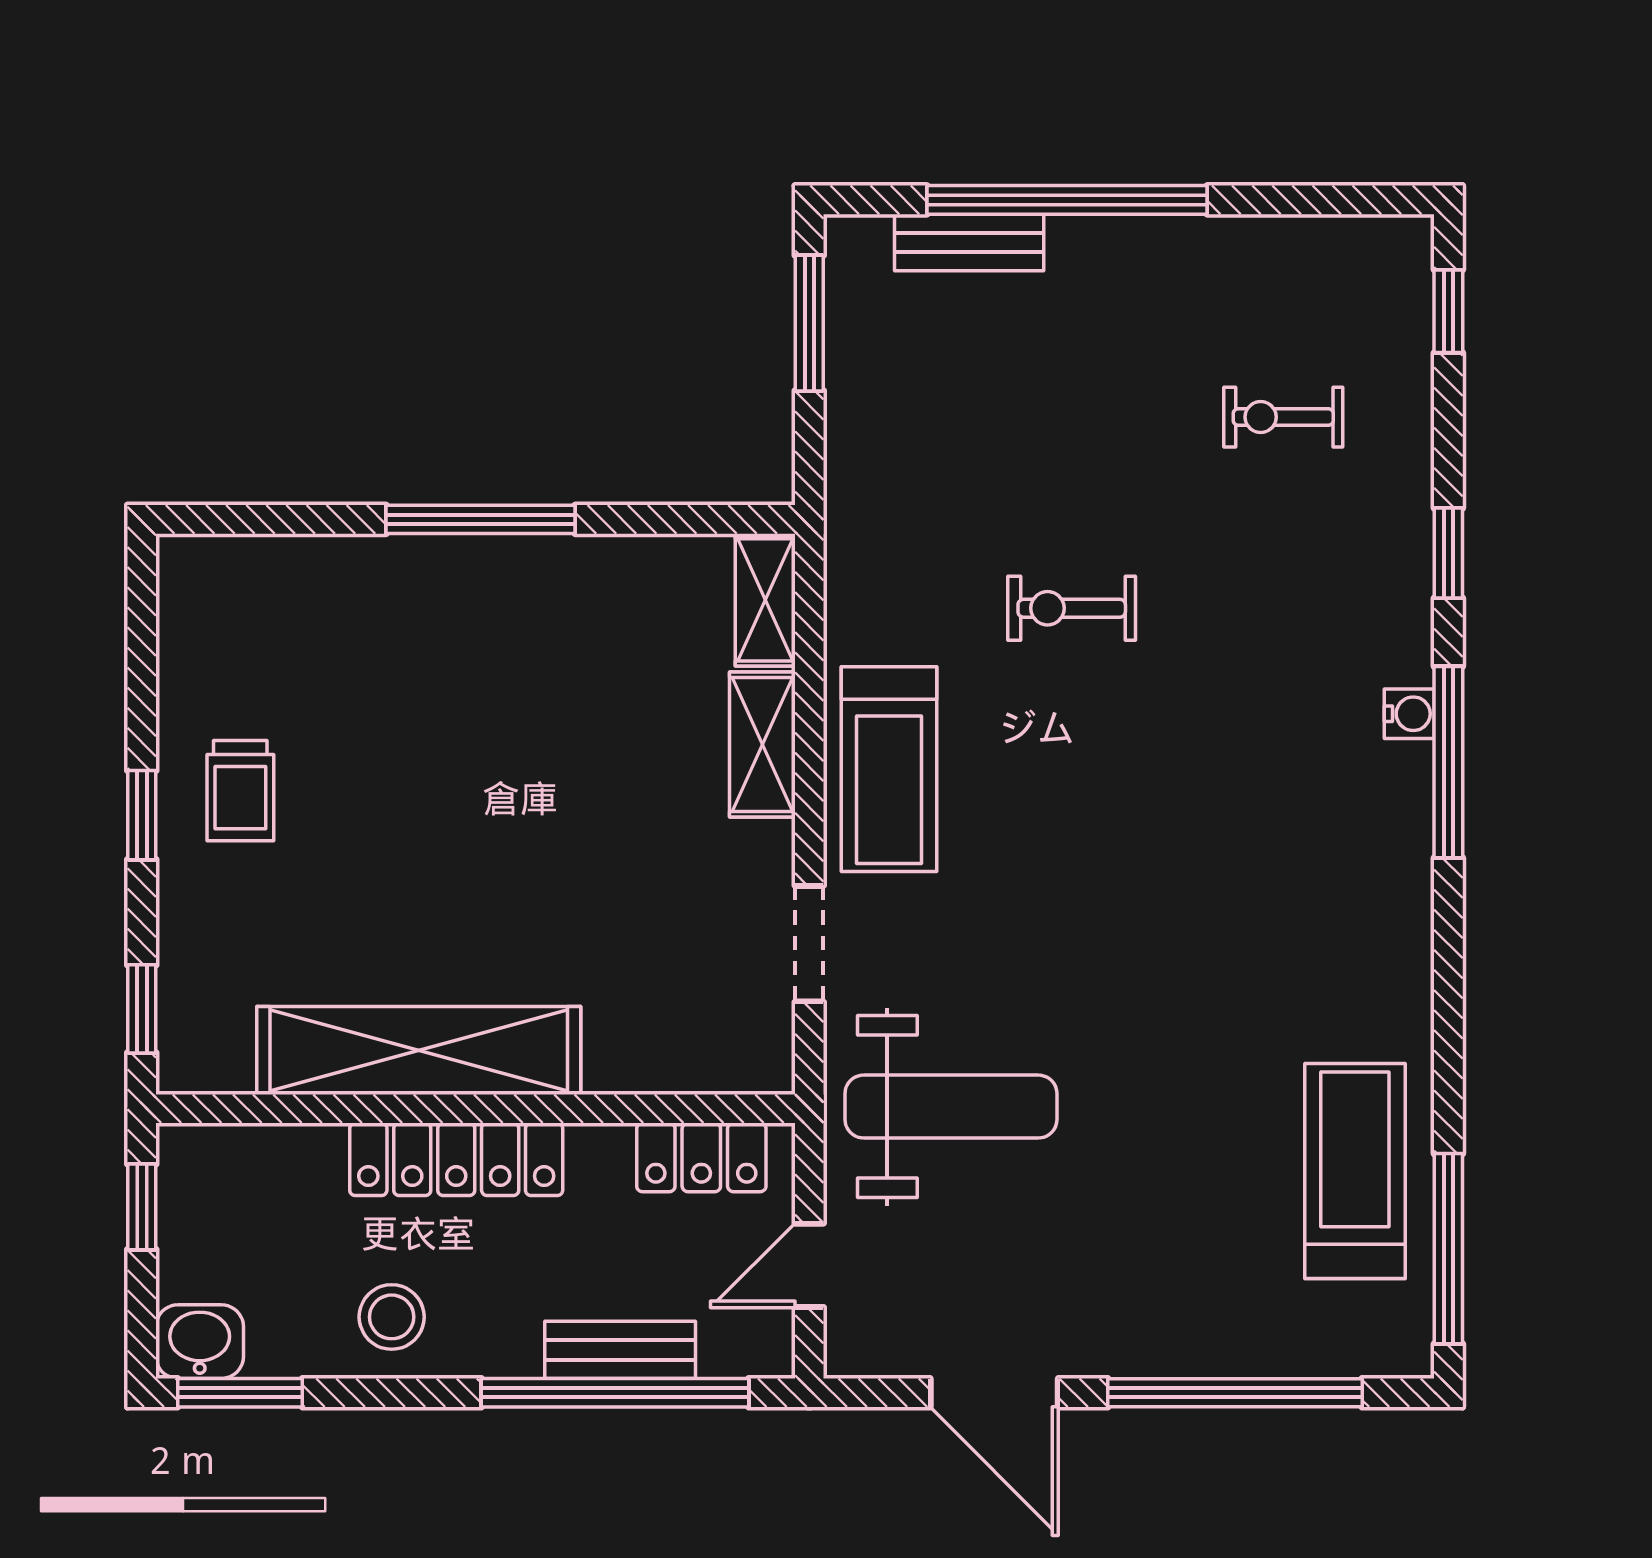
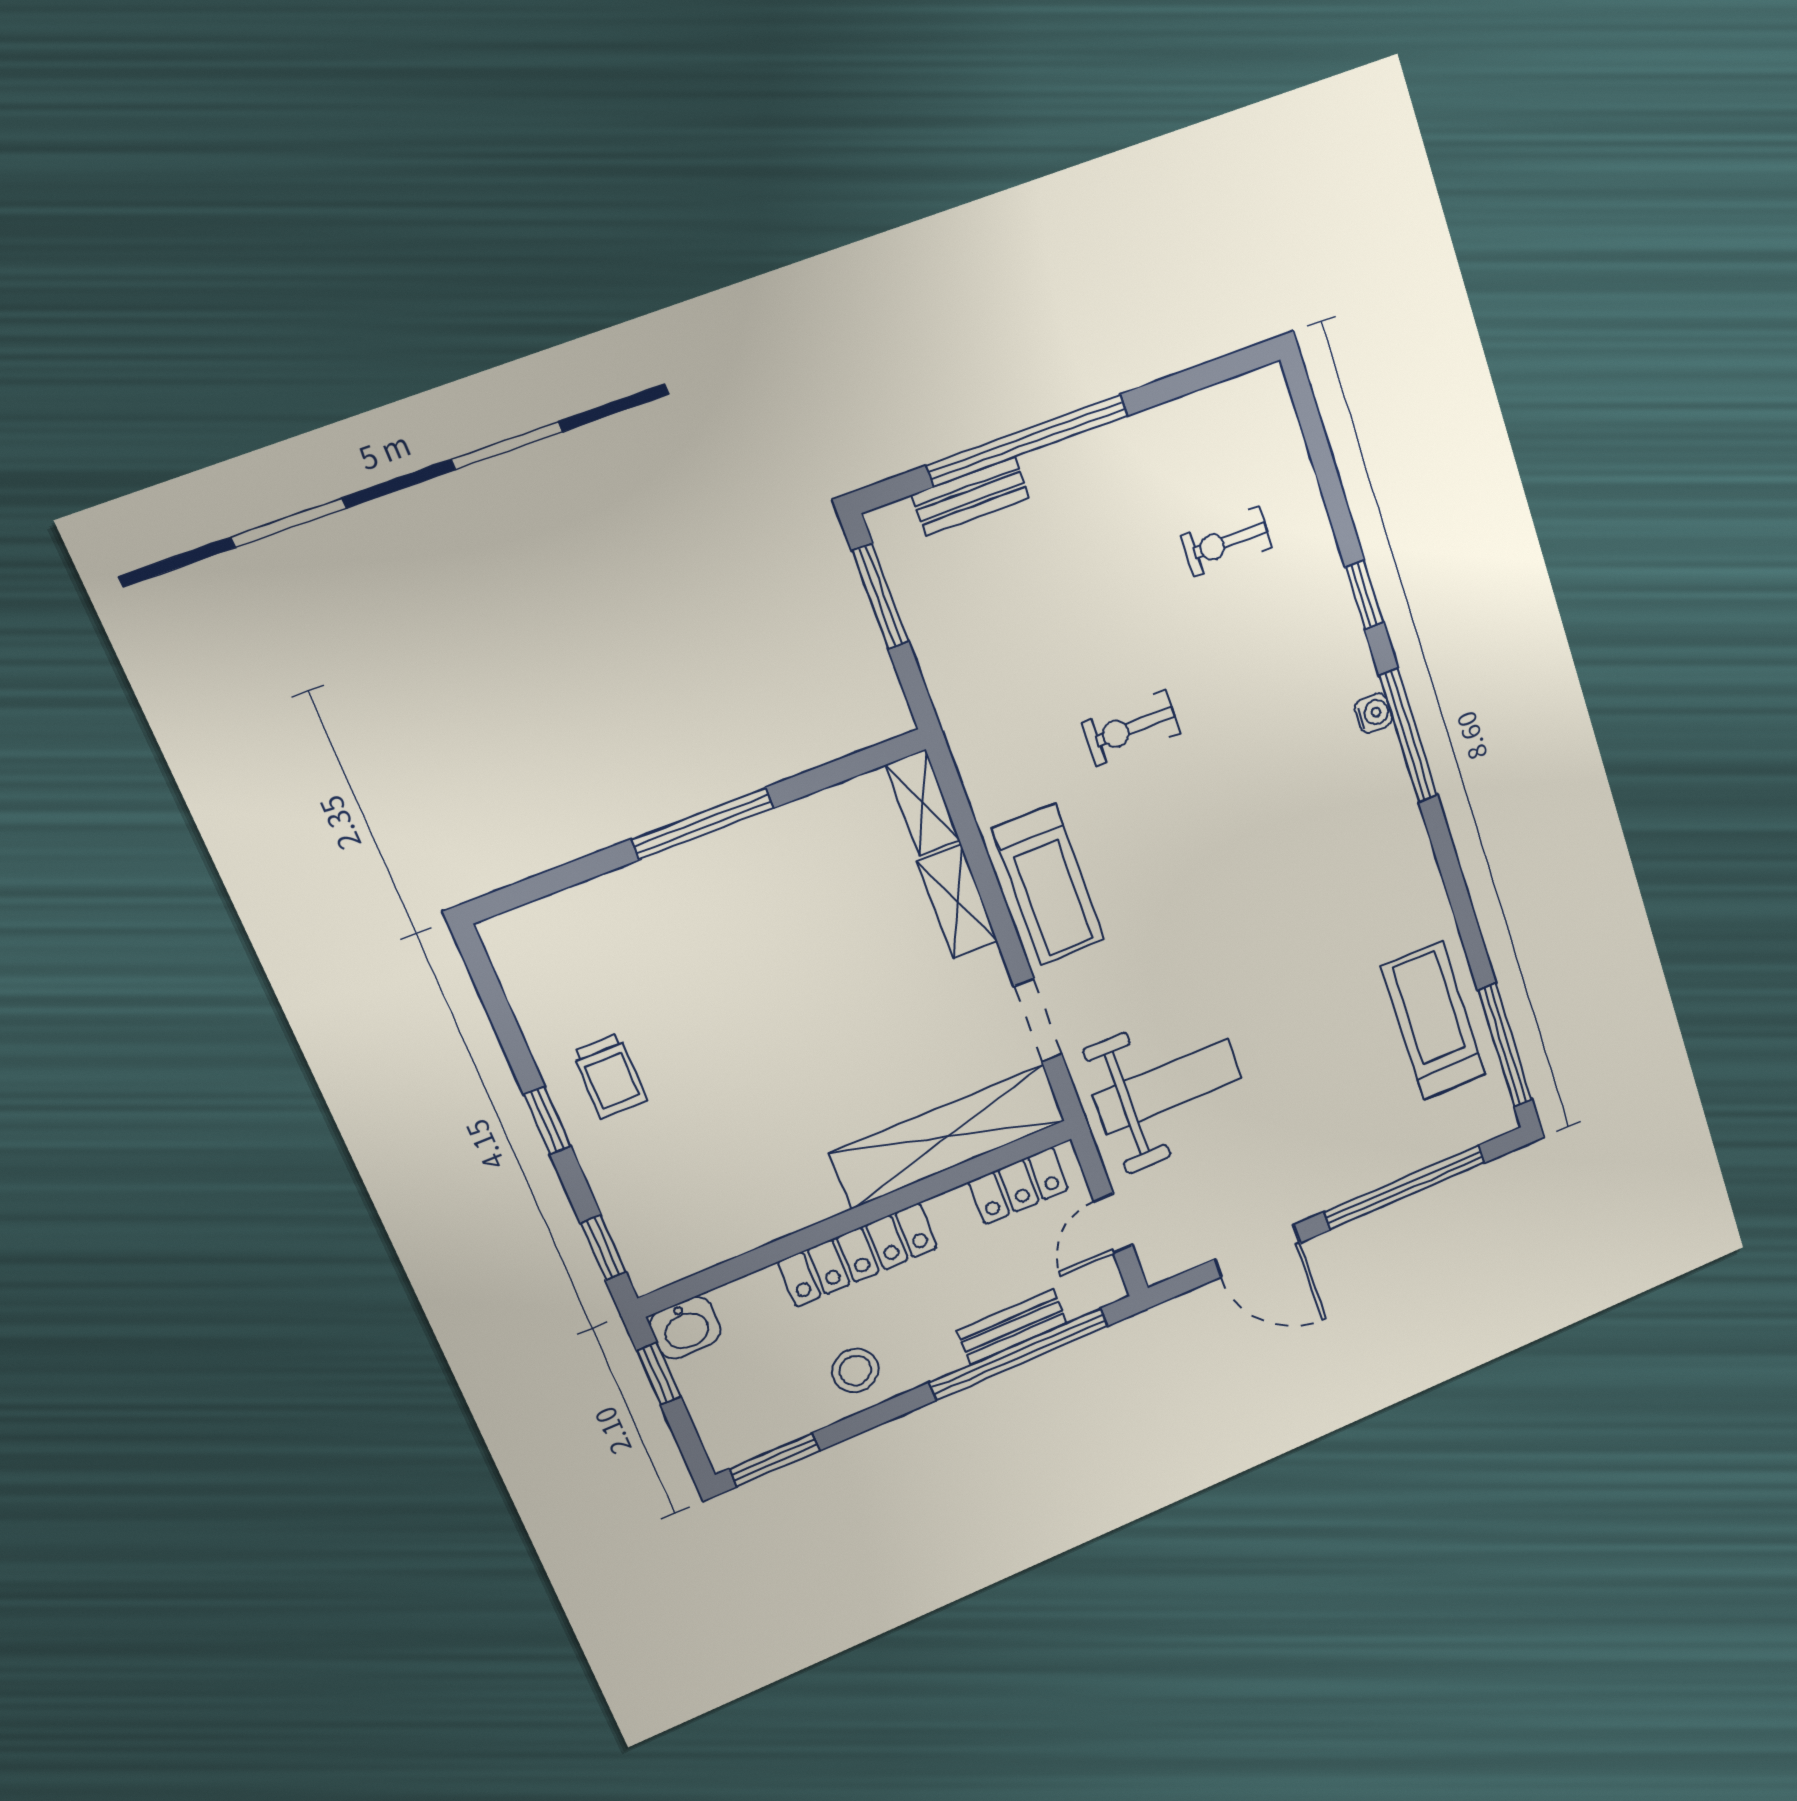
window: (1448, 311) -> (1312, 426), removed
shelving: (419, 1050) -> (948, 1137), moved
washbasin: (200, 1342) -> (685, 1328), moved, turned 180

